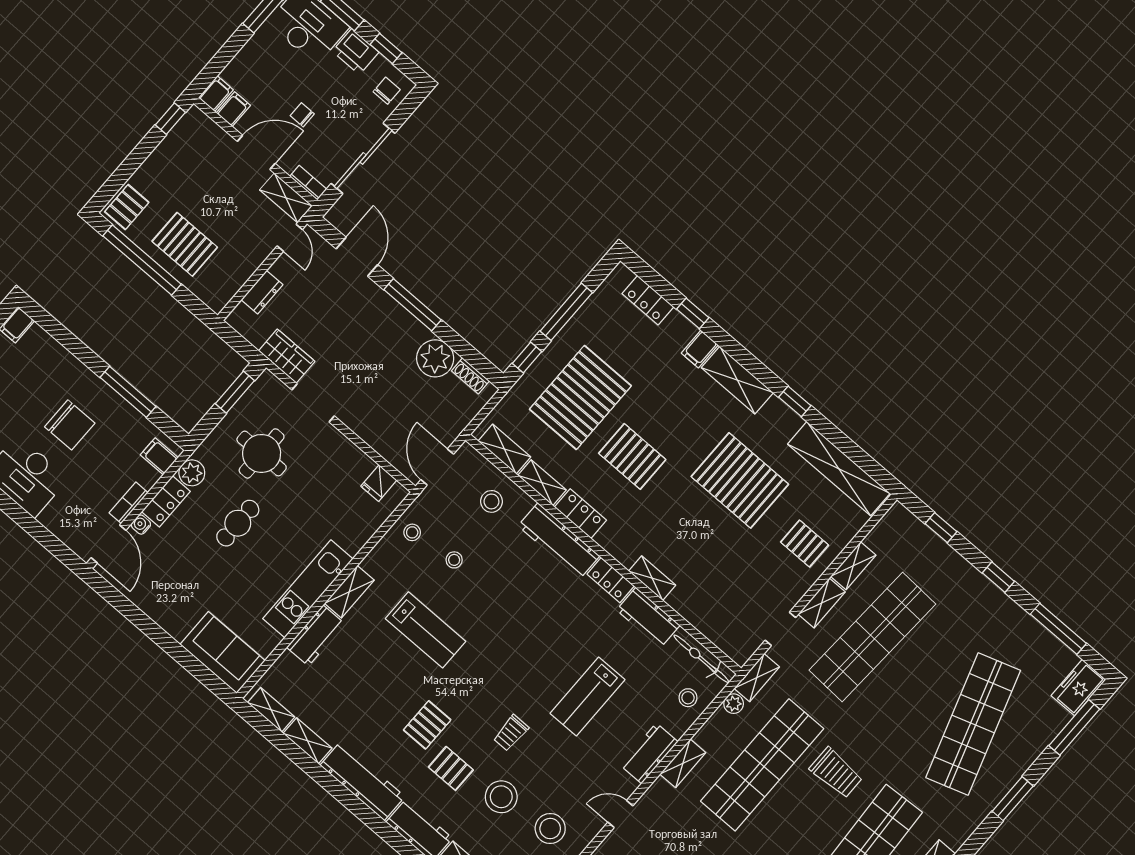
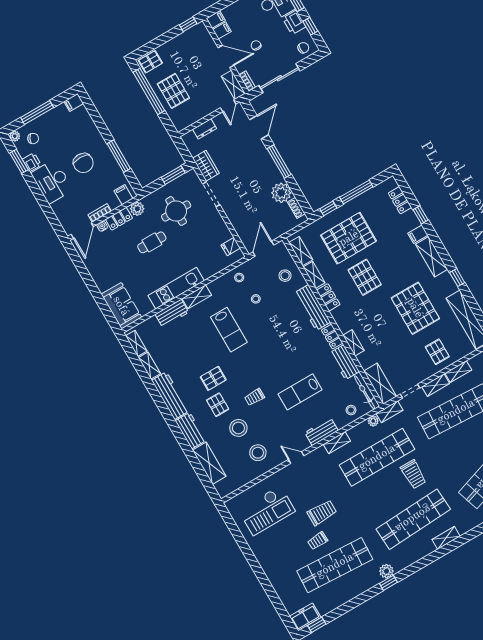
shelving: (723, 634) -> (380, 384), added

